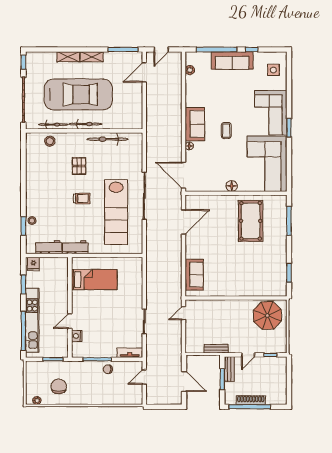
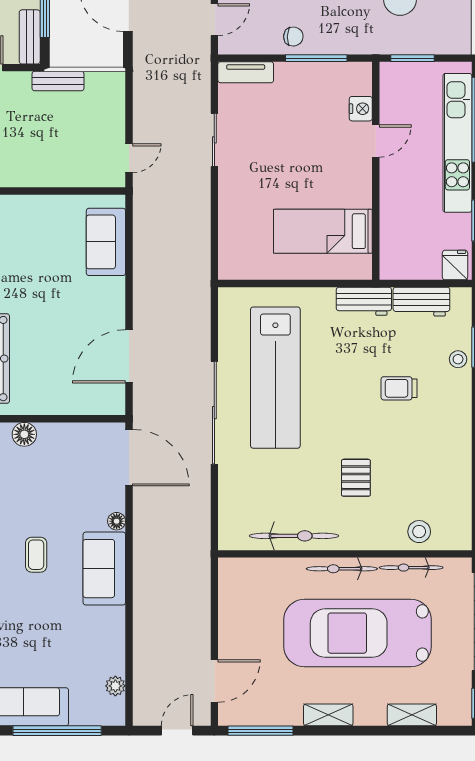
shelving: (68, 57) -> (412, 715), moved
trolley: (82, 198) -> (399, 388), moved
lab bench: (116, 212) -> (275, 378), turned 180

